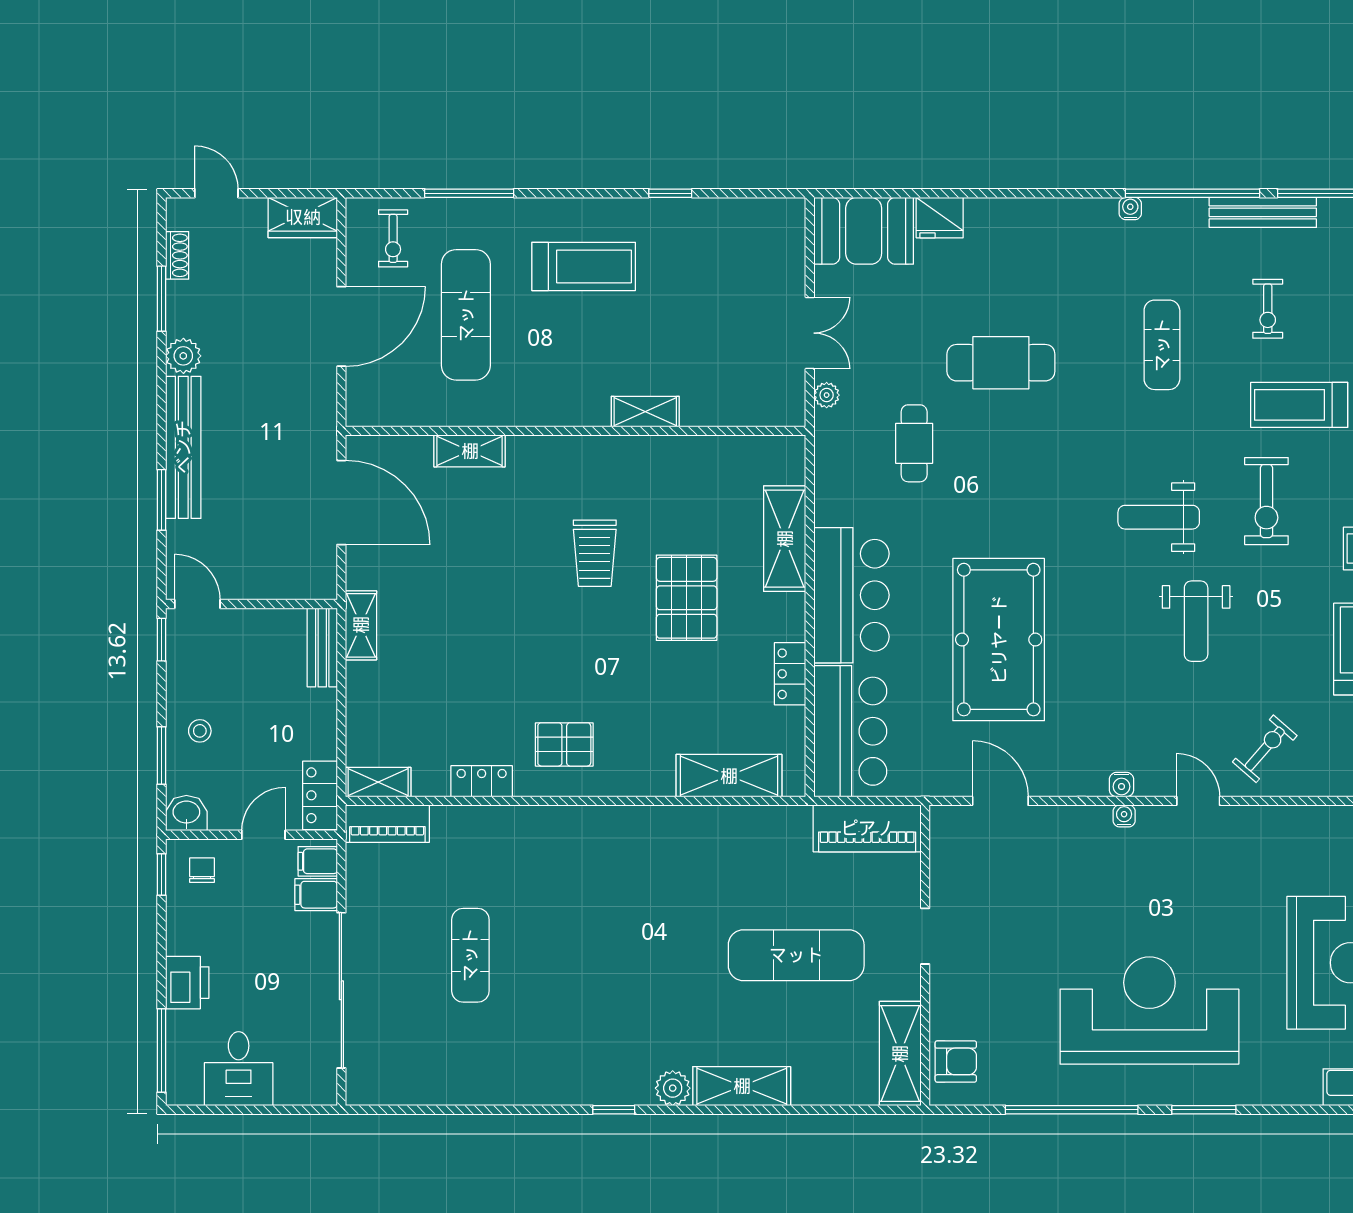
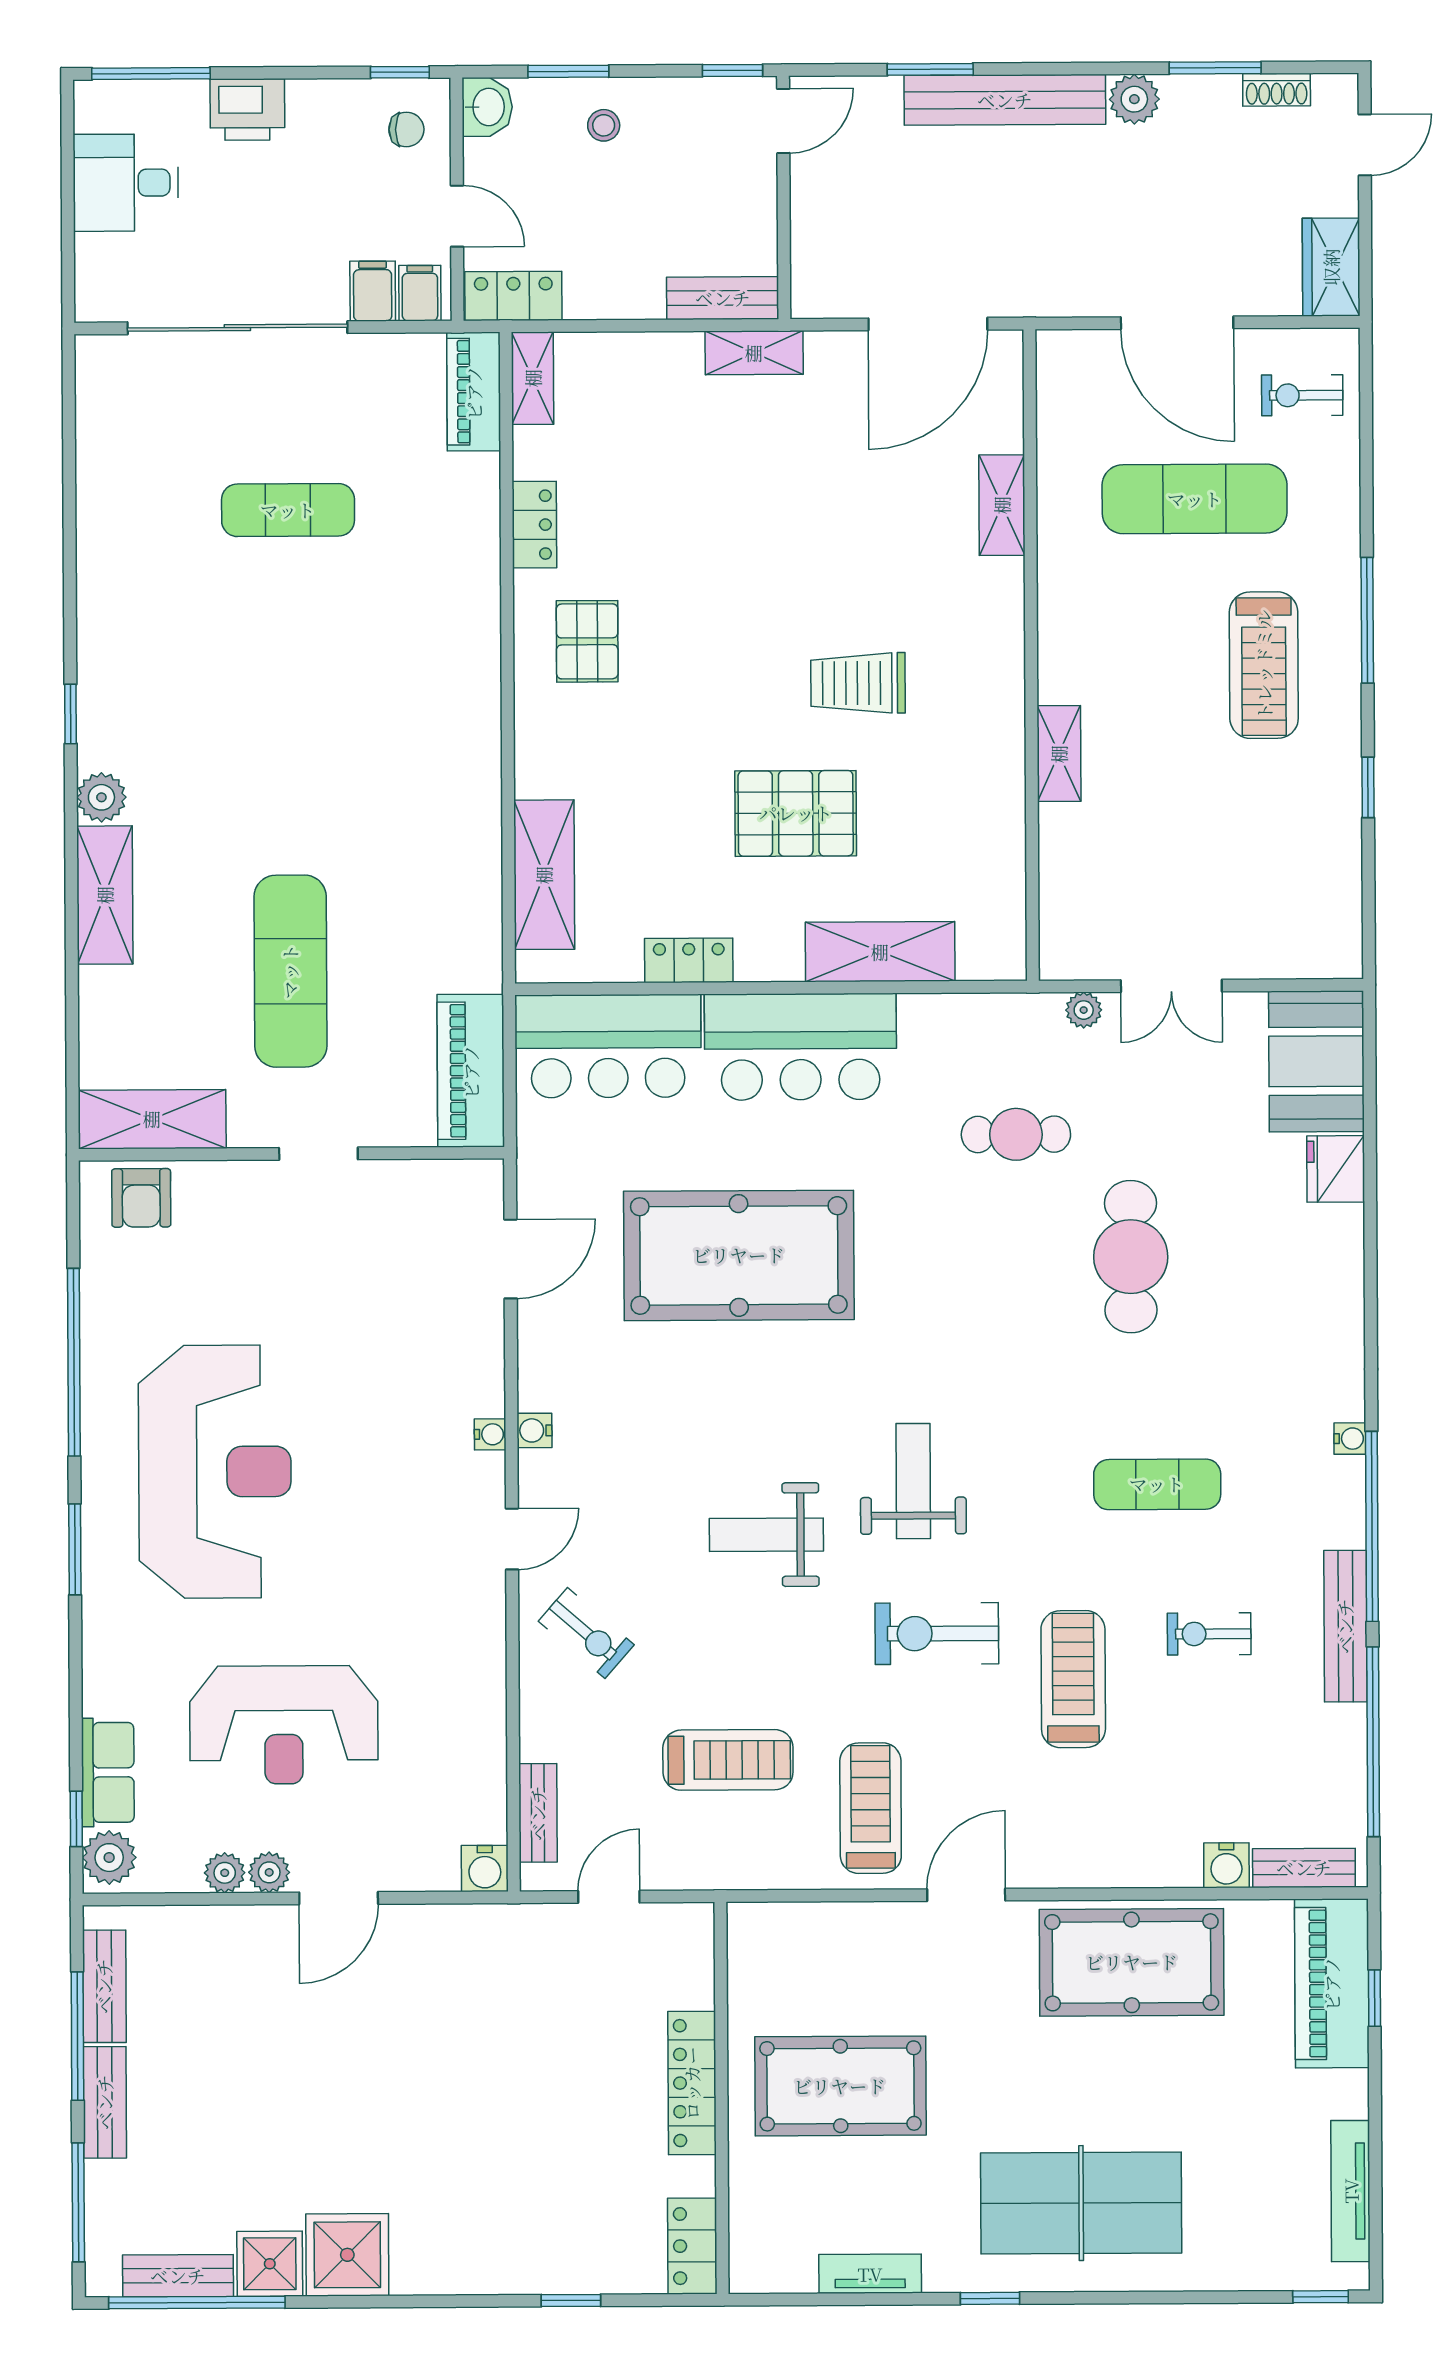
window: (469, 193) -> (1367, 620), moved

